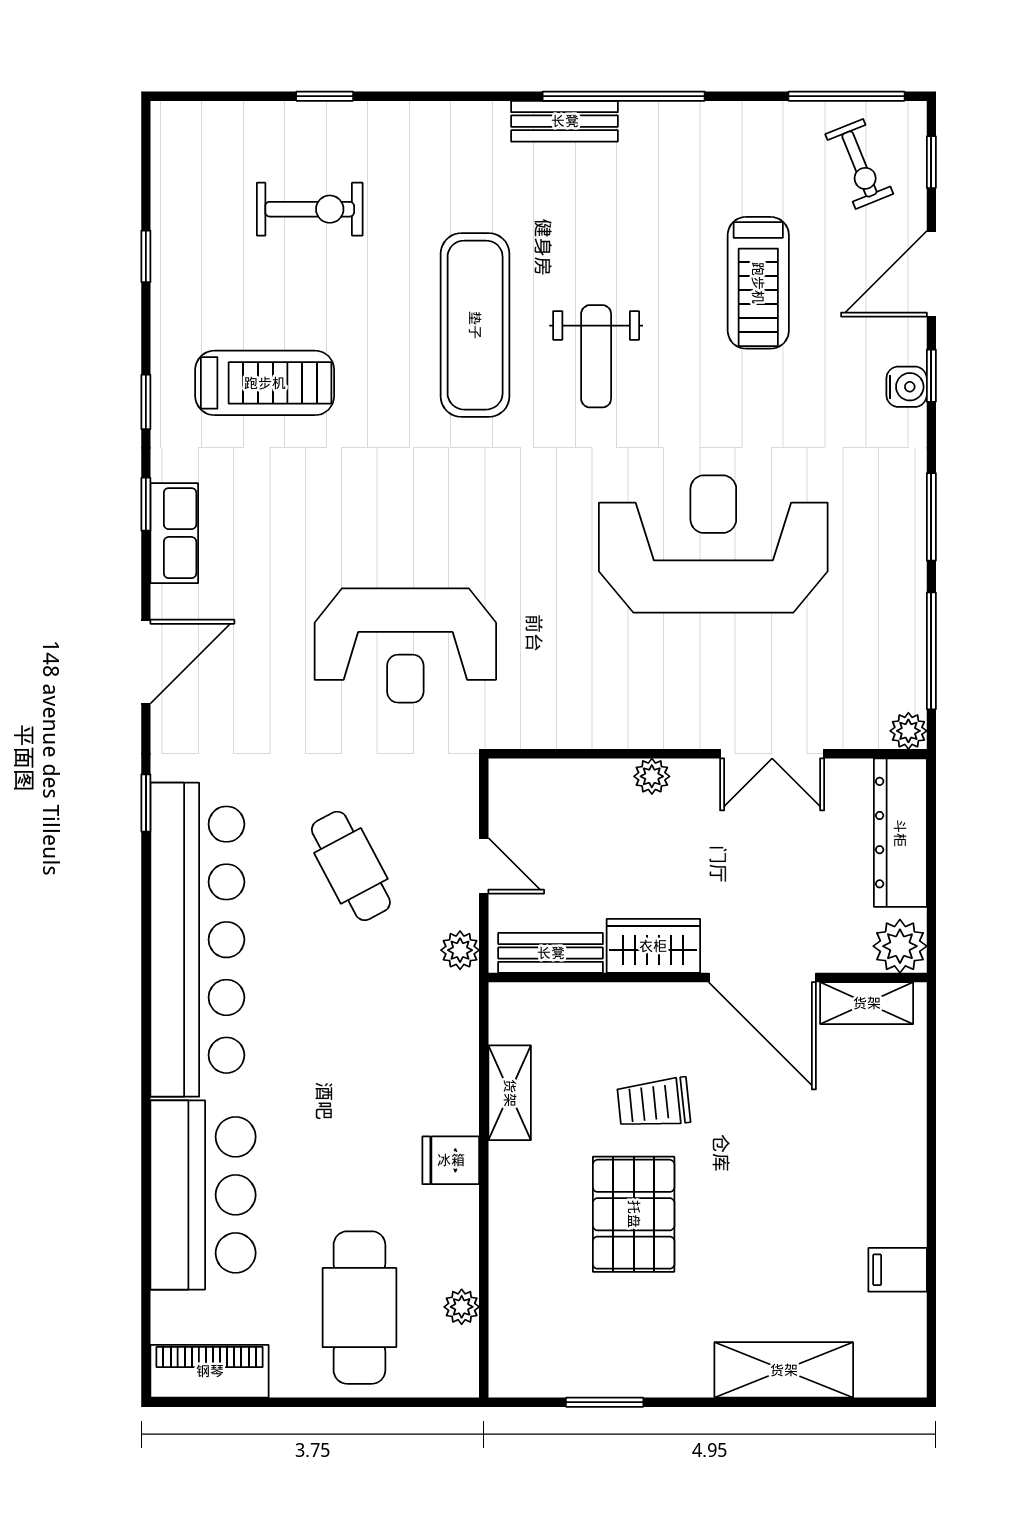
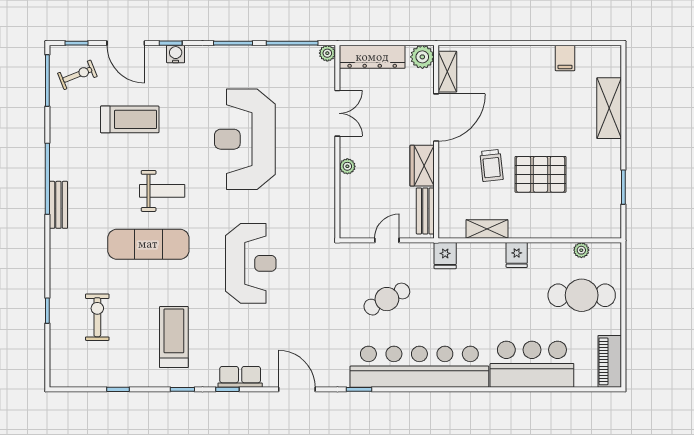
reception desk: (405, 646) -> (251, 263), moved
plant: (460, 950) -> (424, 251), removed
fridge: (449, 998) -> (445, 256), added

